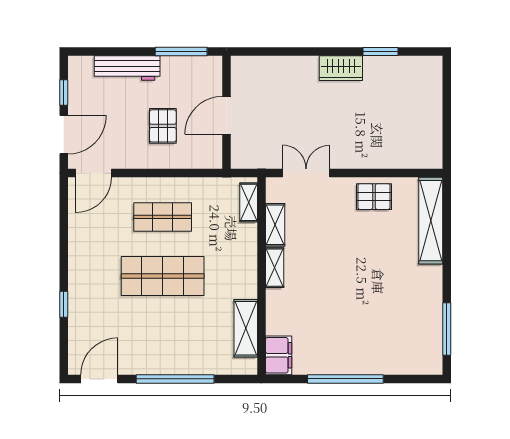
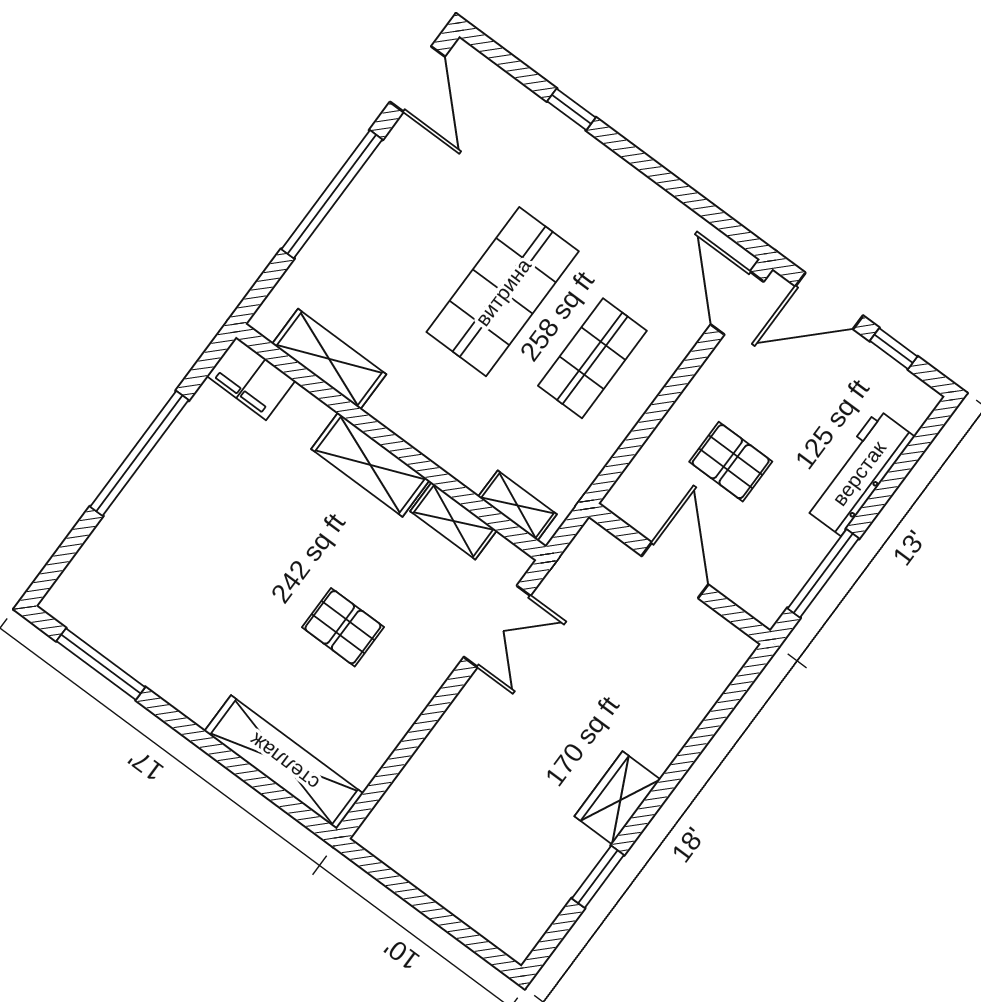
door: (64, 135) -> (829, 301), hinge flipped
pallet: (374, 197) -> (343, 627), moved, turned 90
shelving: (275, 268) -> (370, 465), width x1.50, depth x1.33

